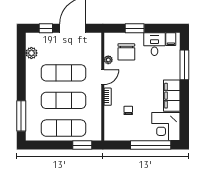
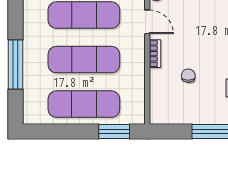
door: (103, 77) -> (147, 22), hinge flipped
window: (21, 116) -> (16, 65), moved

